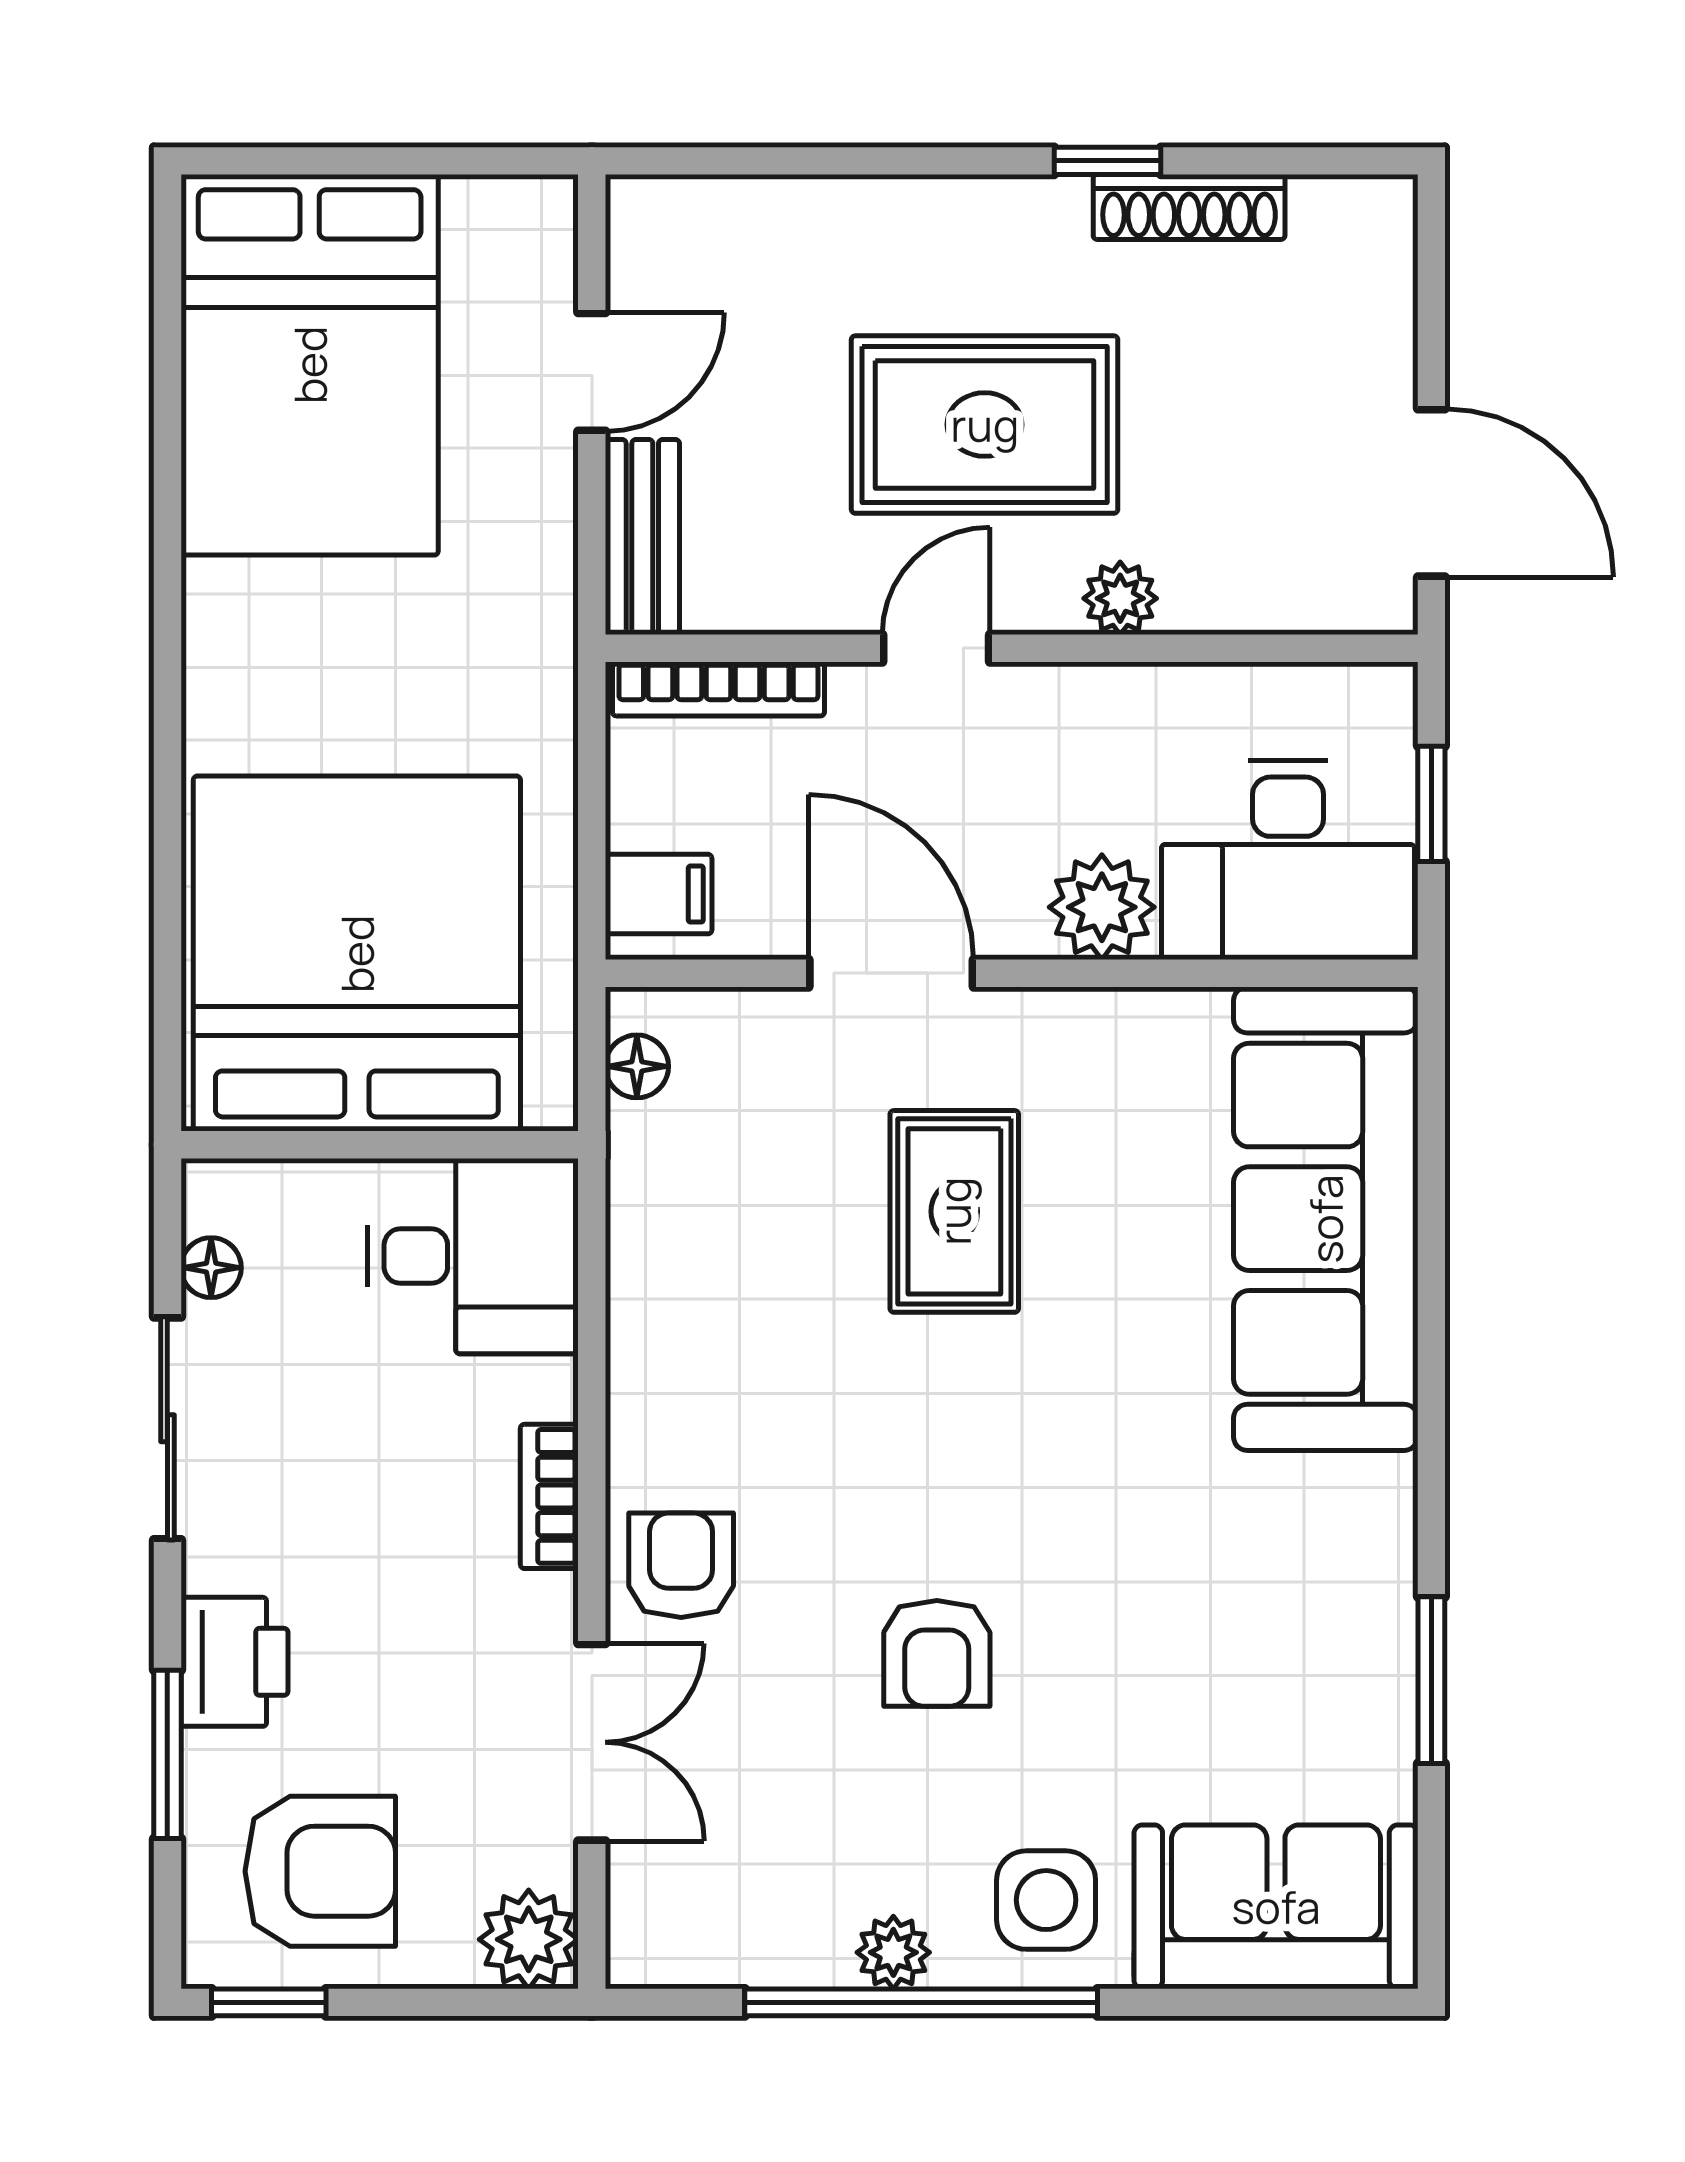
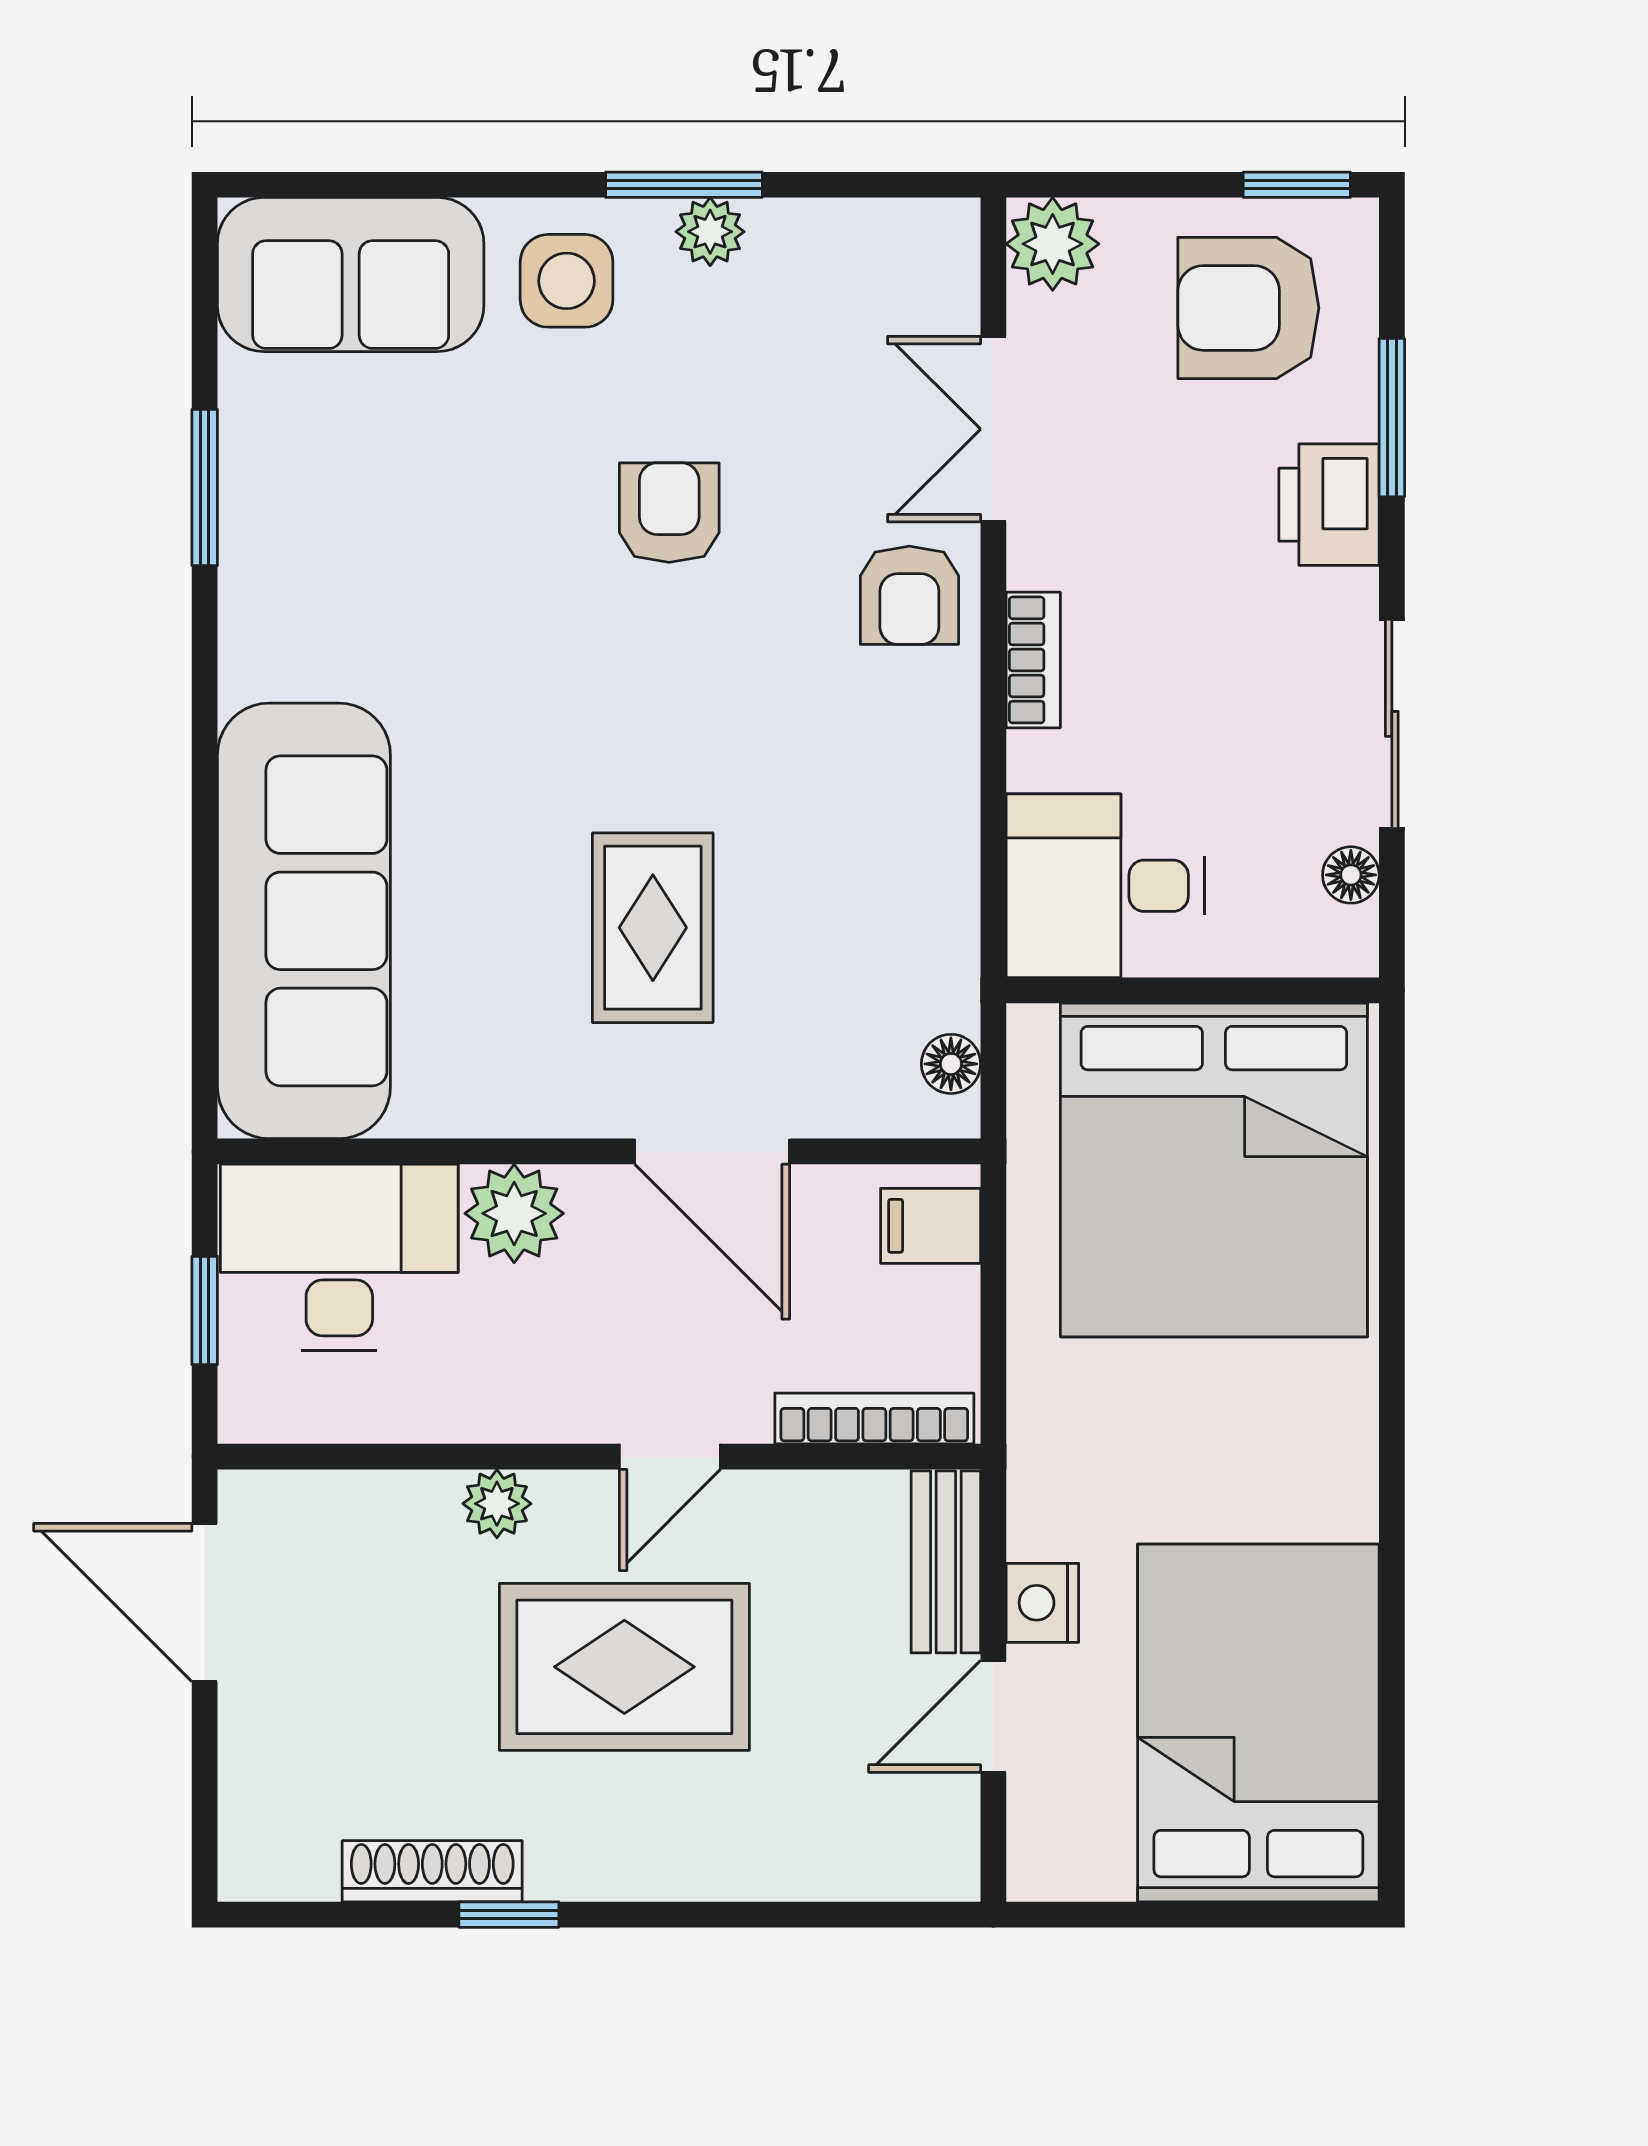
nightstand: (540, 493) -> (1042, 1603), added
window: (921, 2002) -> (684, 185), width x0.47

